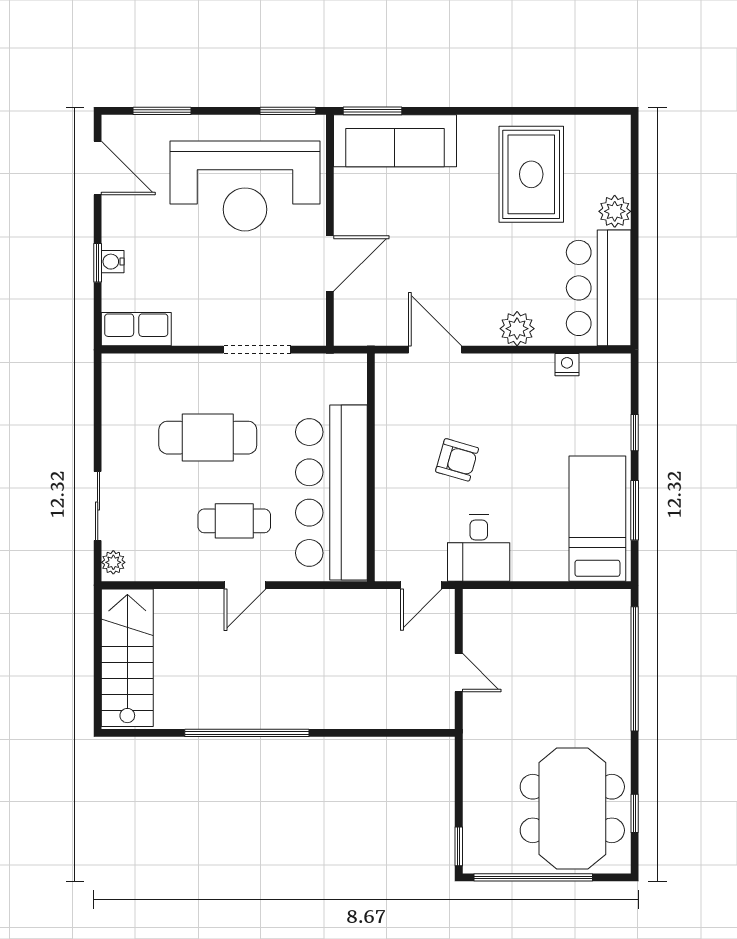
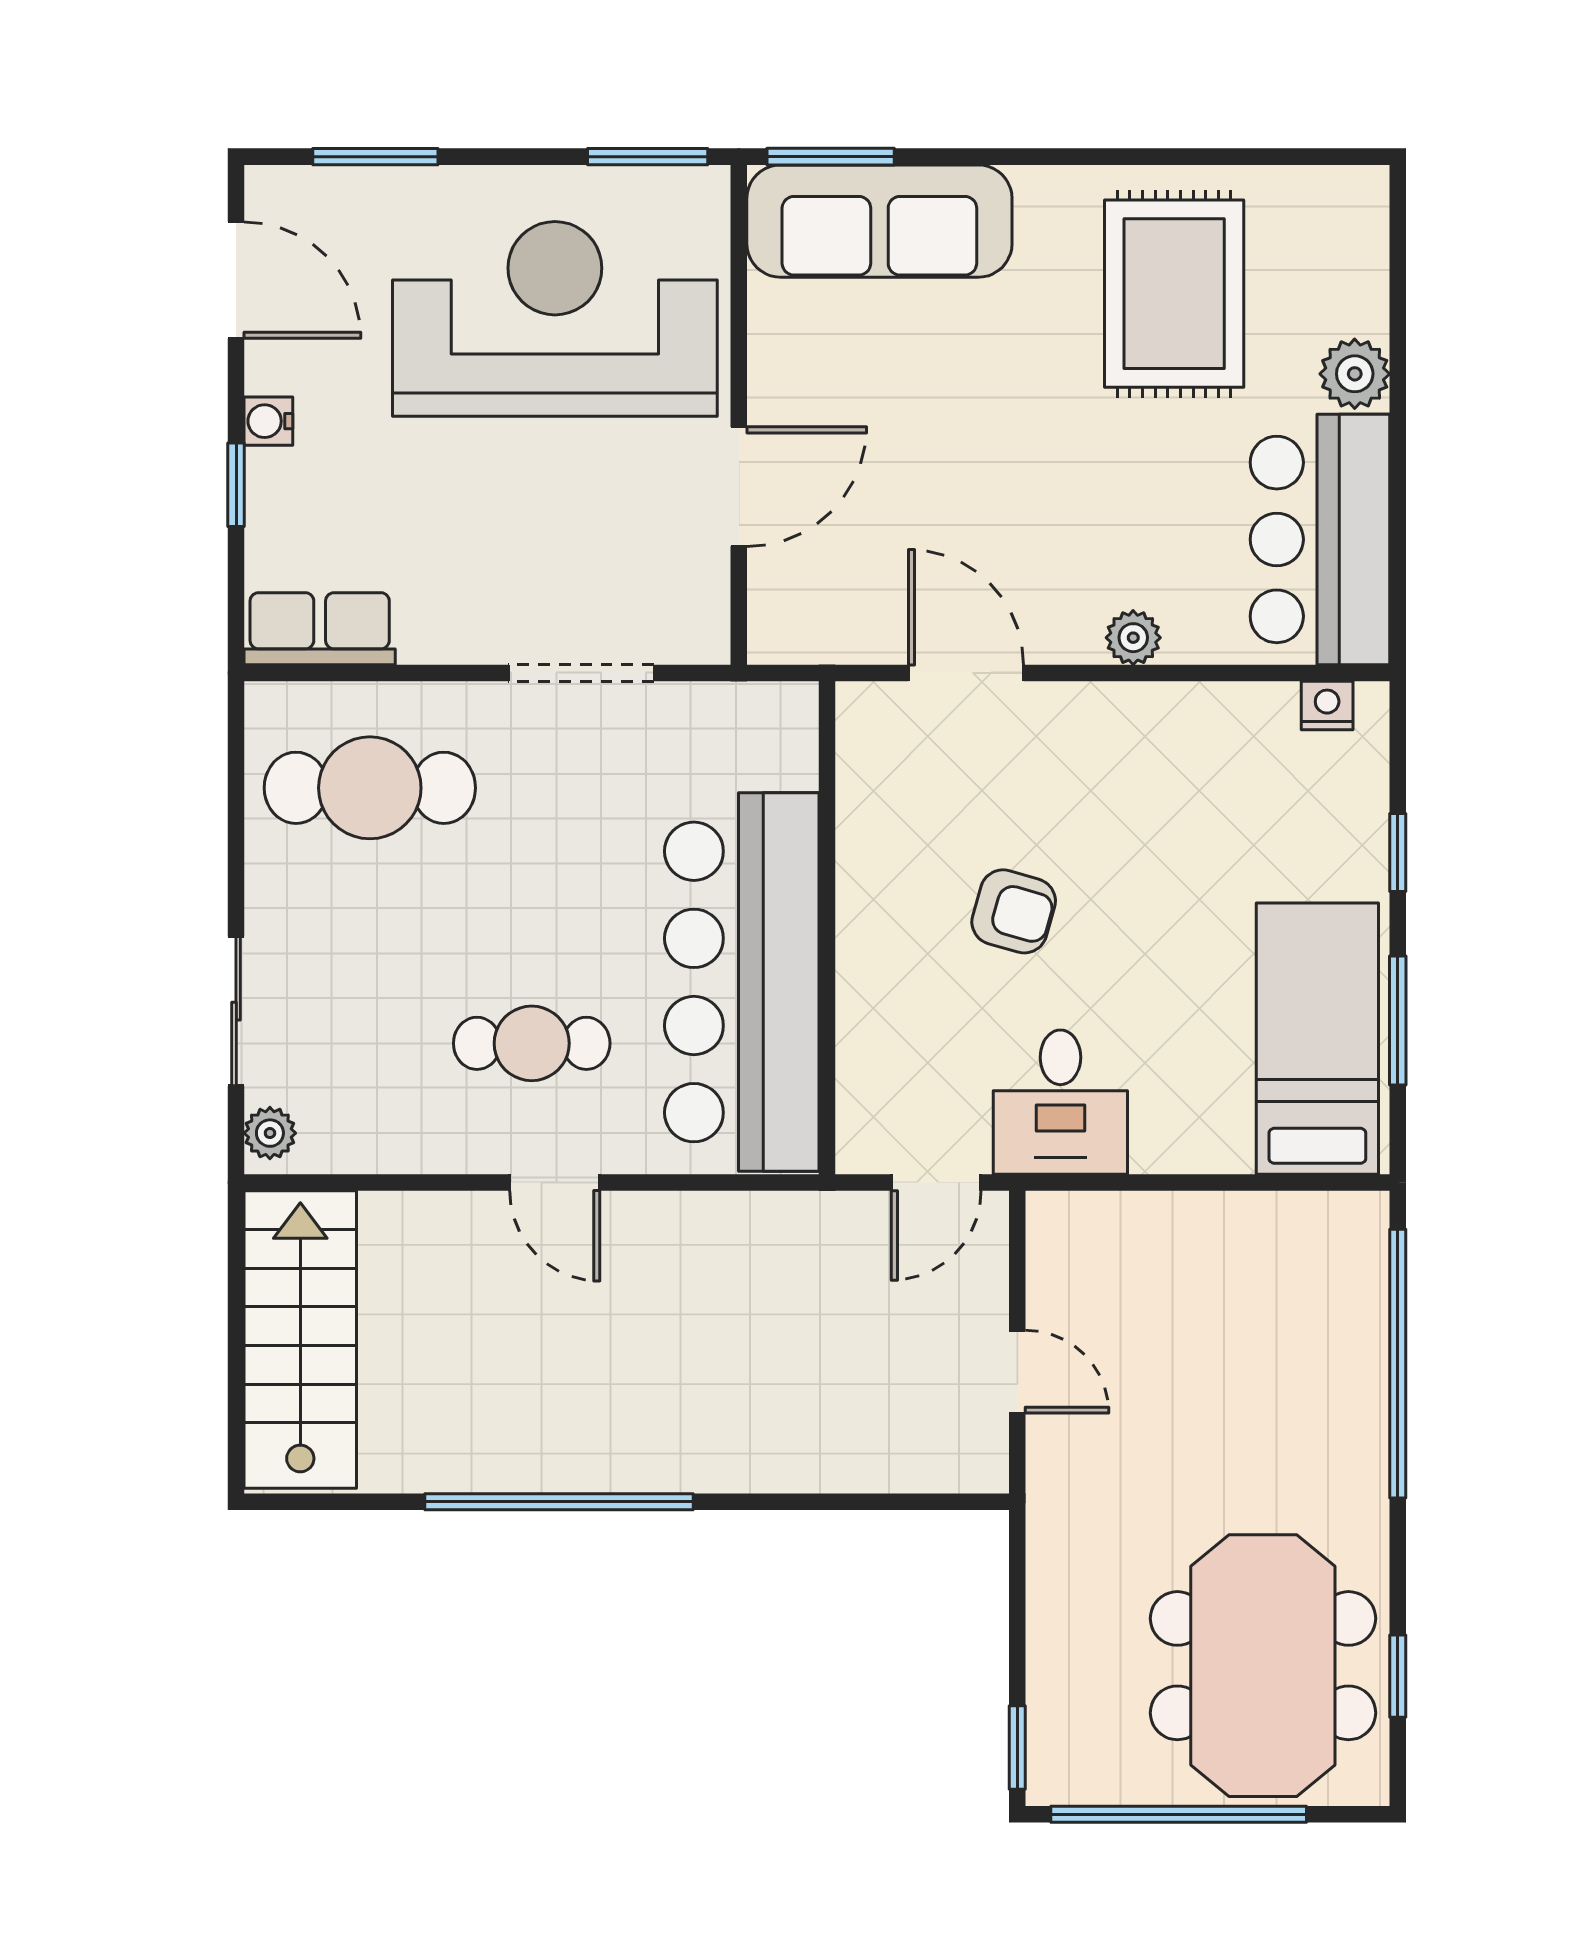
reception desk: (245, 186) -> (555, 319), turned 180
water cooler: (113, 262) -> (268, 421), moved
plant: (517, 329) -> (1133, 638), width x0.73, depth x0.73
nightstand: (567, 365) -> (1327, 705), moved
cafe table: (208, 438) -> (370, 788), moved
door: (245, 585) -> (555, 1183), hinge flipped

